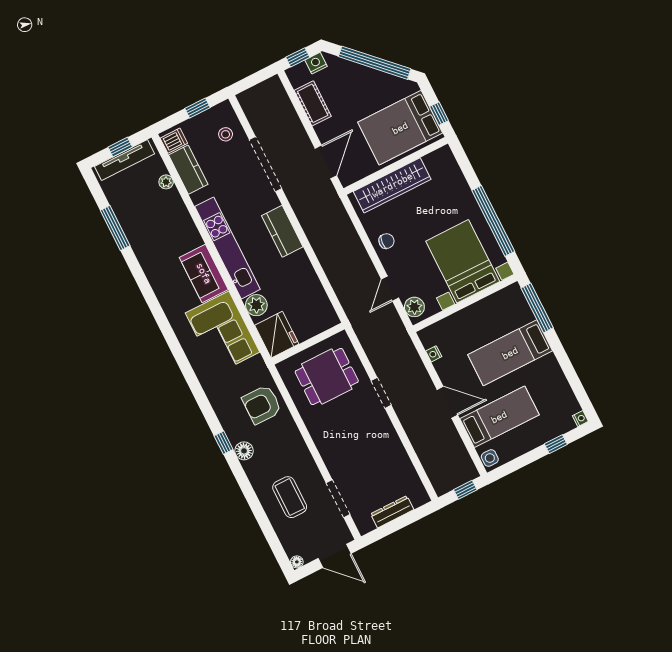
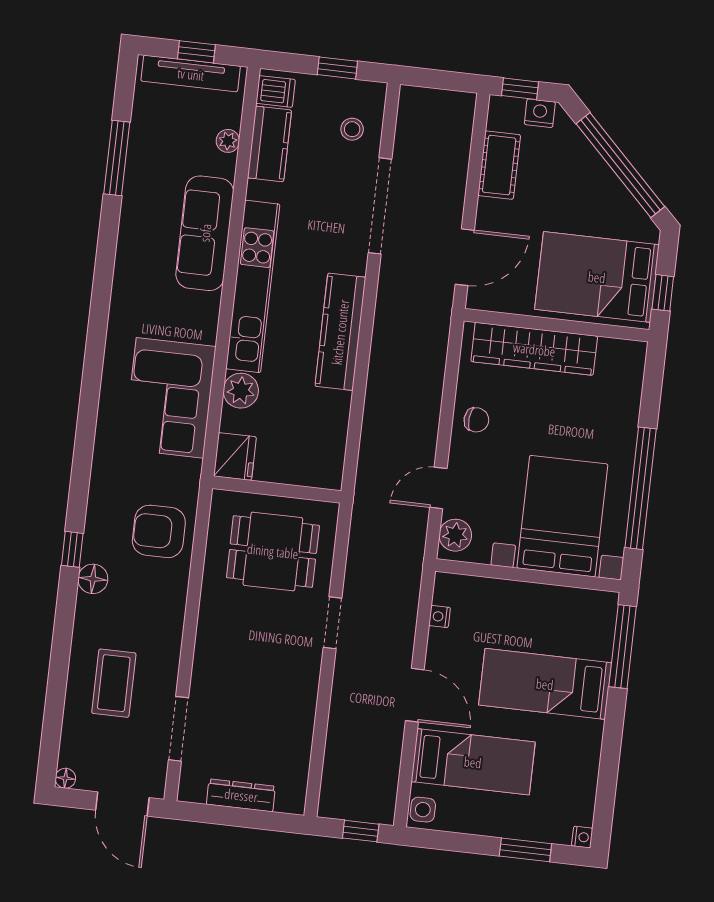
kitchen counter: (282, 231) -> (340, 332), width x1.50
sofa: (204, 273) -> (205, 233), moved, width x1.36
fridge: (277, 335) -> (235, 456), width x0.73, depth x0.75
window: (556, 444) -> (525, 850), width x1.50

